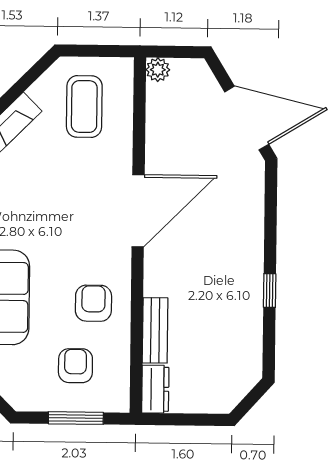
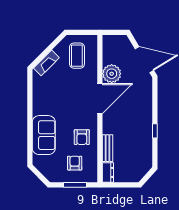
plant: (158, 70) -> (112, 74), moved, width x1.88, depth x1.88
armchair: (93, 303) -> (82, 137), turned 180

